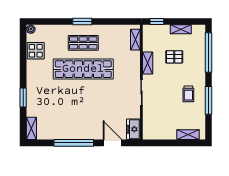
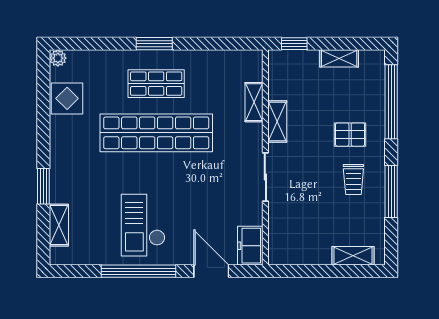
shelving: (135, 40) -> (254, 102), moved
pallet: (174, 57) -> (350, 135), moved
checkout: (76, 118) -> (143, 225), added
shelving: (31, 128) -> (59, 225), moved

